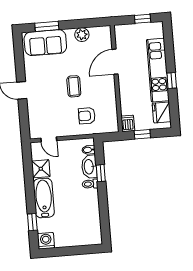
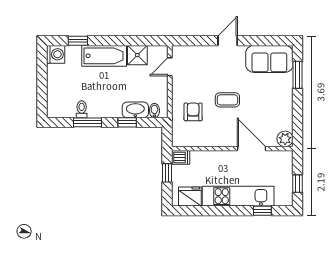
plant: (82, 35) -> (285, 139), moved
sofa: (45, 43) -> (269, 59), moved, turned -90
window: (172, 80) -> (262, 211), moved
toilet: (90, 184) -> (82, 109), moved
window: (104, 208) -> (88, 122), added

